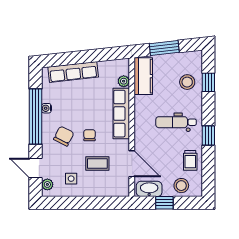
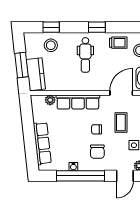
kitchen counter: (143, 76) -> (36, 74), moved, turned 84
chair: (64, 136) -> (97, 152), turned -117

